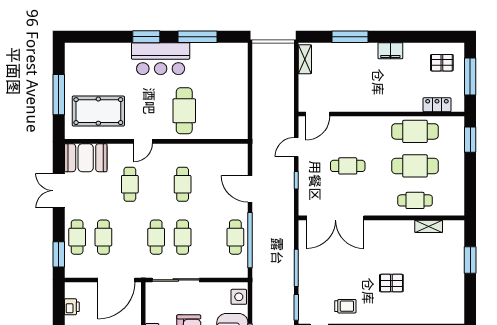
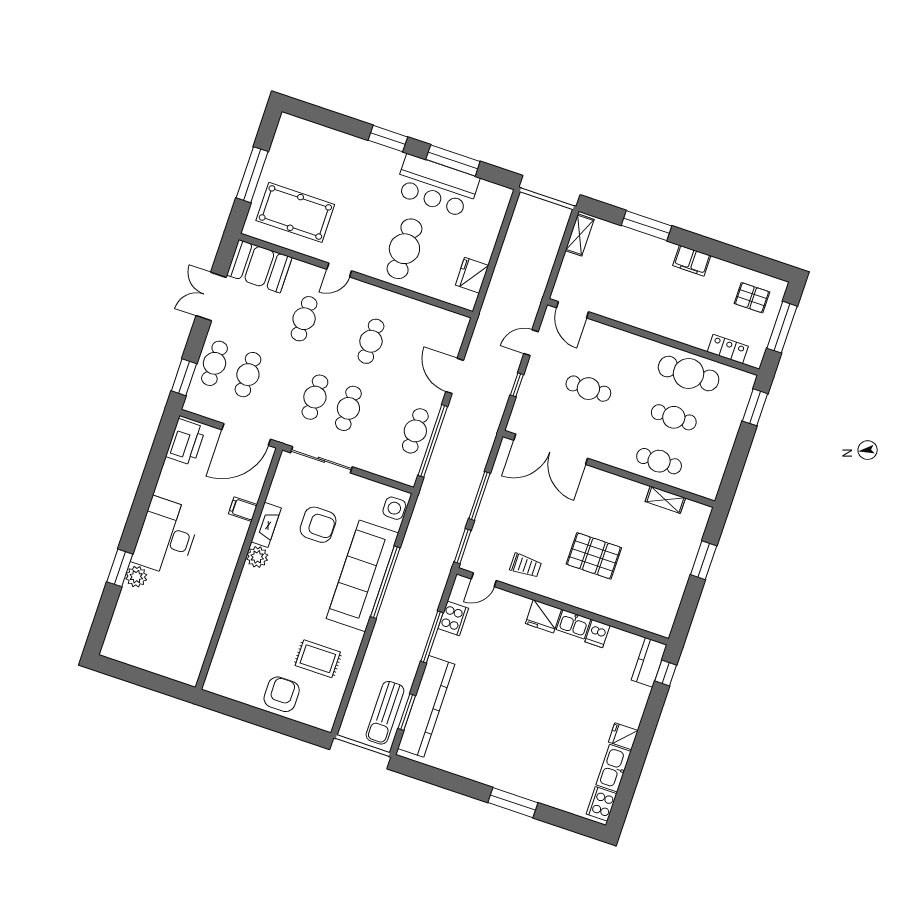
bar counter: (161, 59) -> (437, 186), moved
fridge: (238, 113) -> (472, 275), added
door: (318, 114) -> (572, 310), hinge flipped
cafe table: (415, 166) -> (674, 417), width x0.73, depth x0.74
pallet: (391, 283) -> (594, 556), width x1.50, depth x1.42
printer: (72, 307) -> (186, 442), width x1.87, depth x1.48

